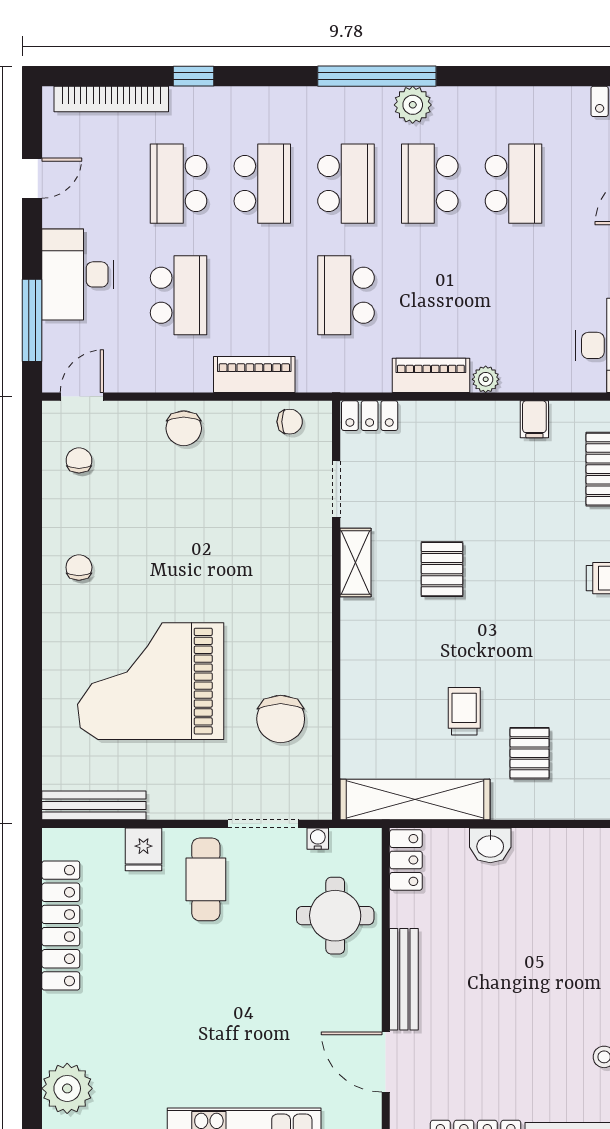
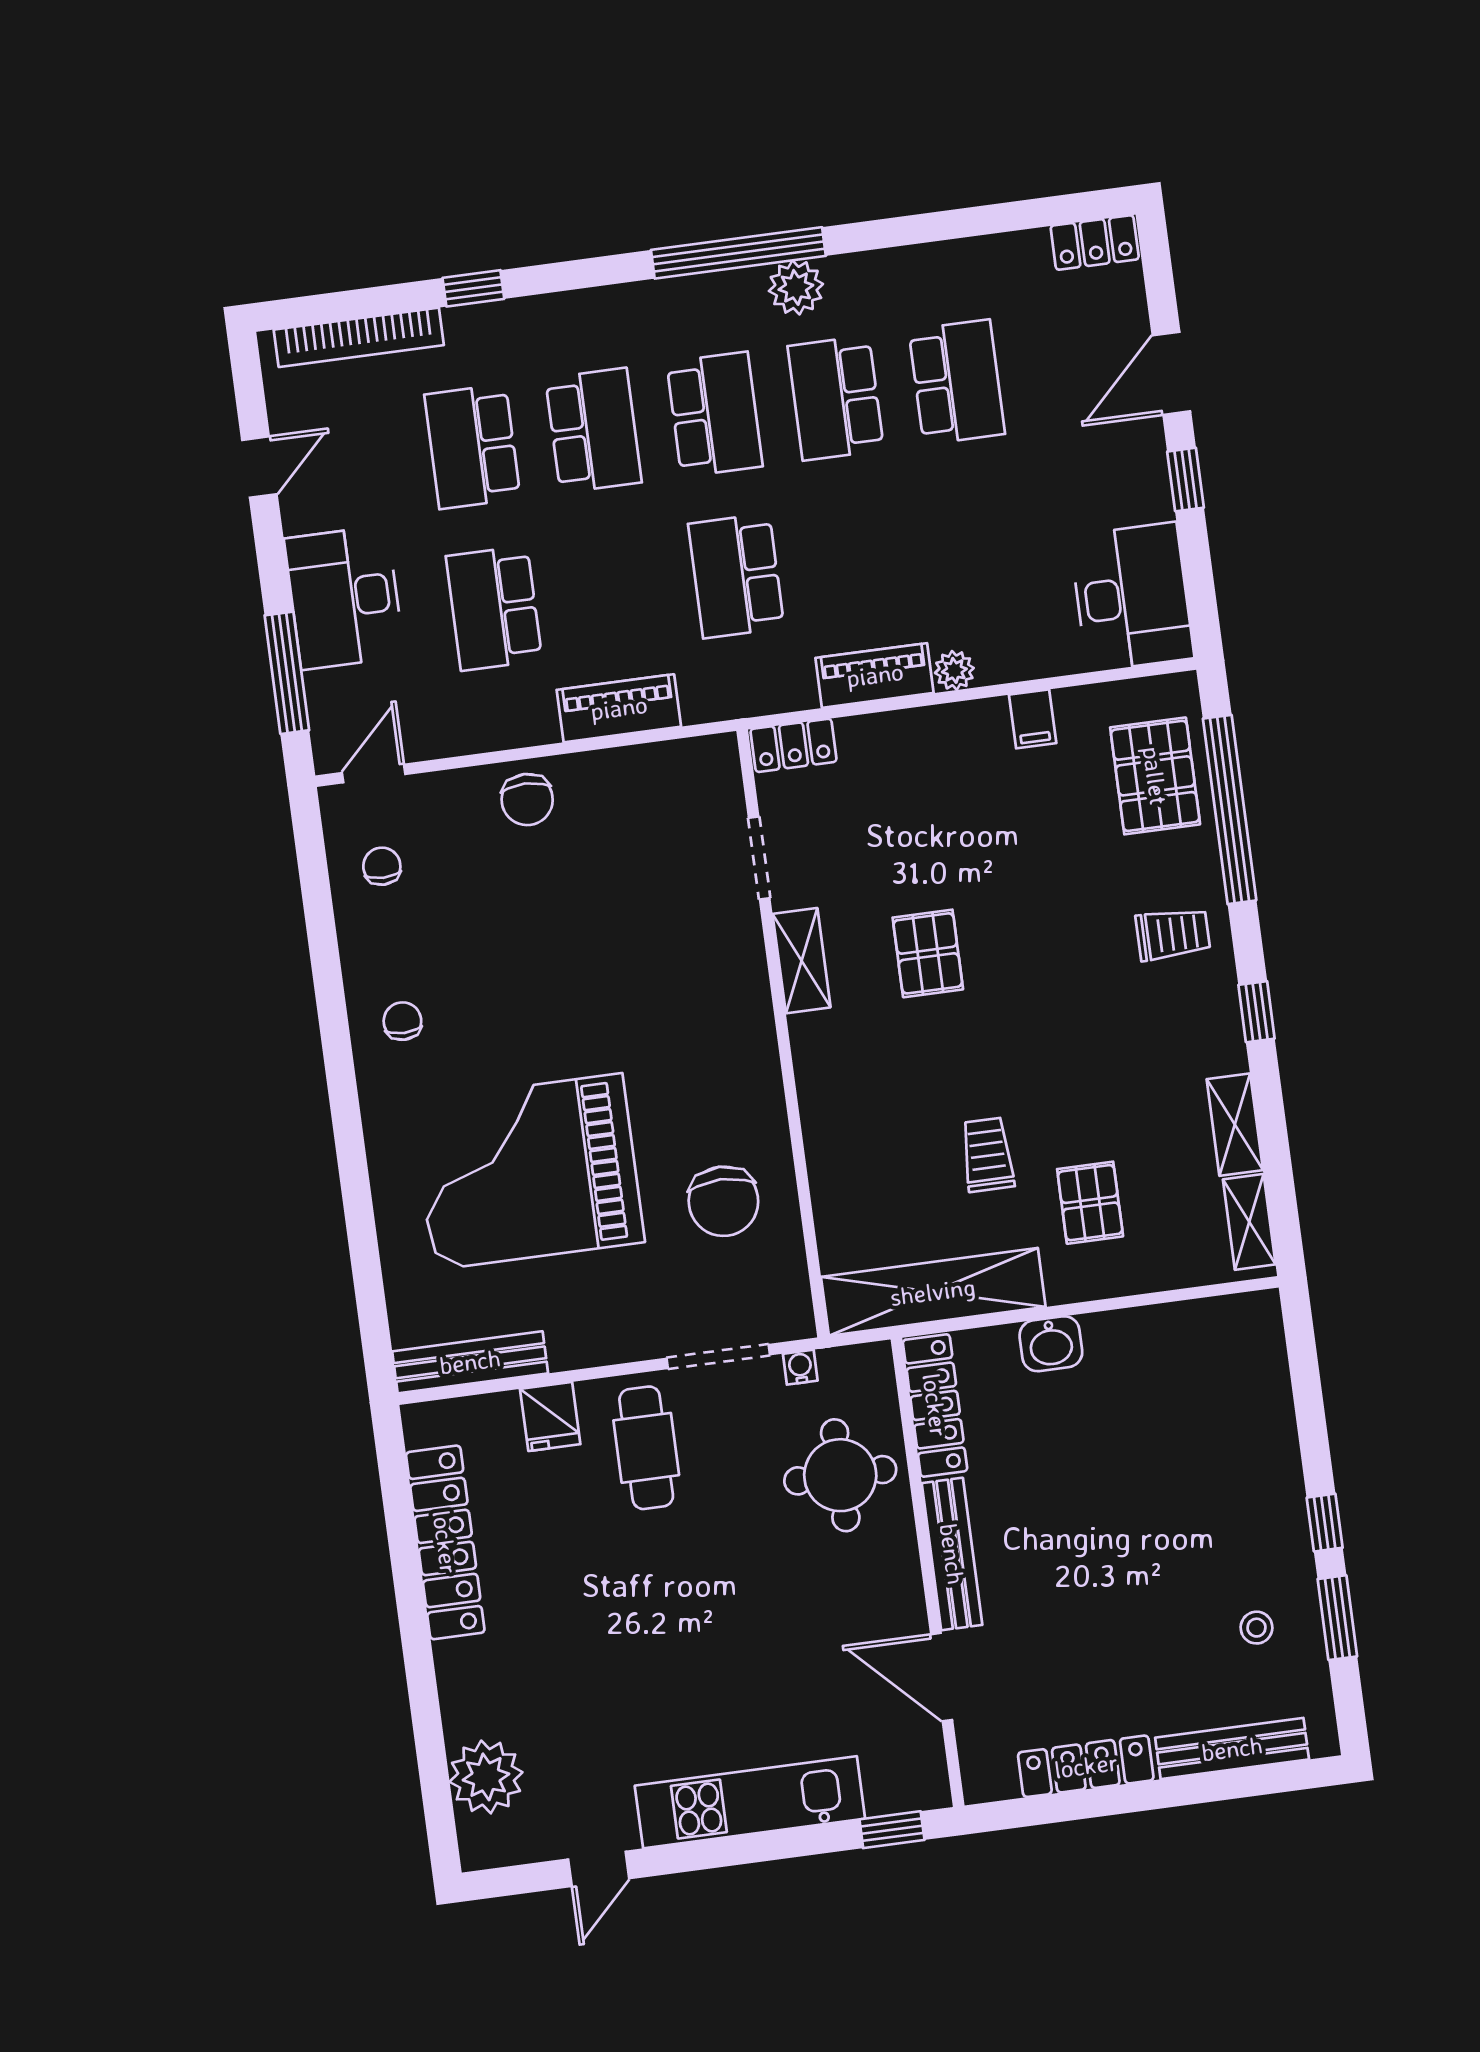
school desk: (179, 295) -> (494, 608), turned 180
chair: (290, 422) -> (679, 769), removed
locker: (406, 860) -> (935, 1405), width x1.53

